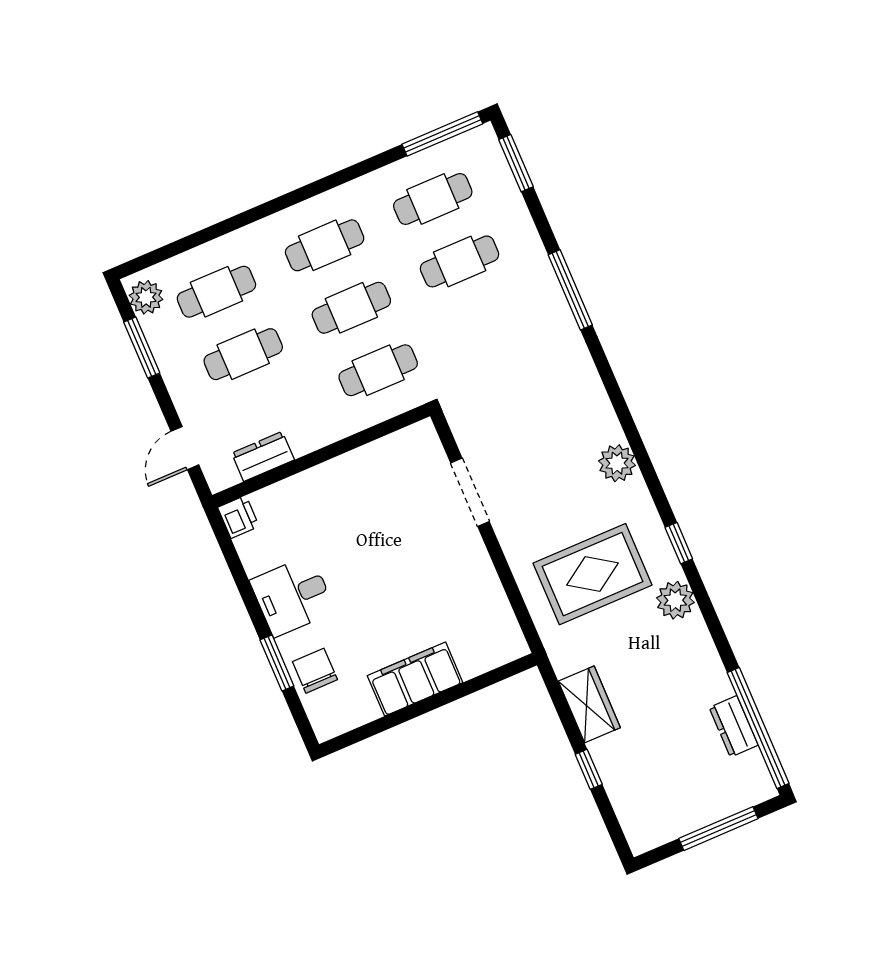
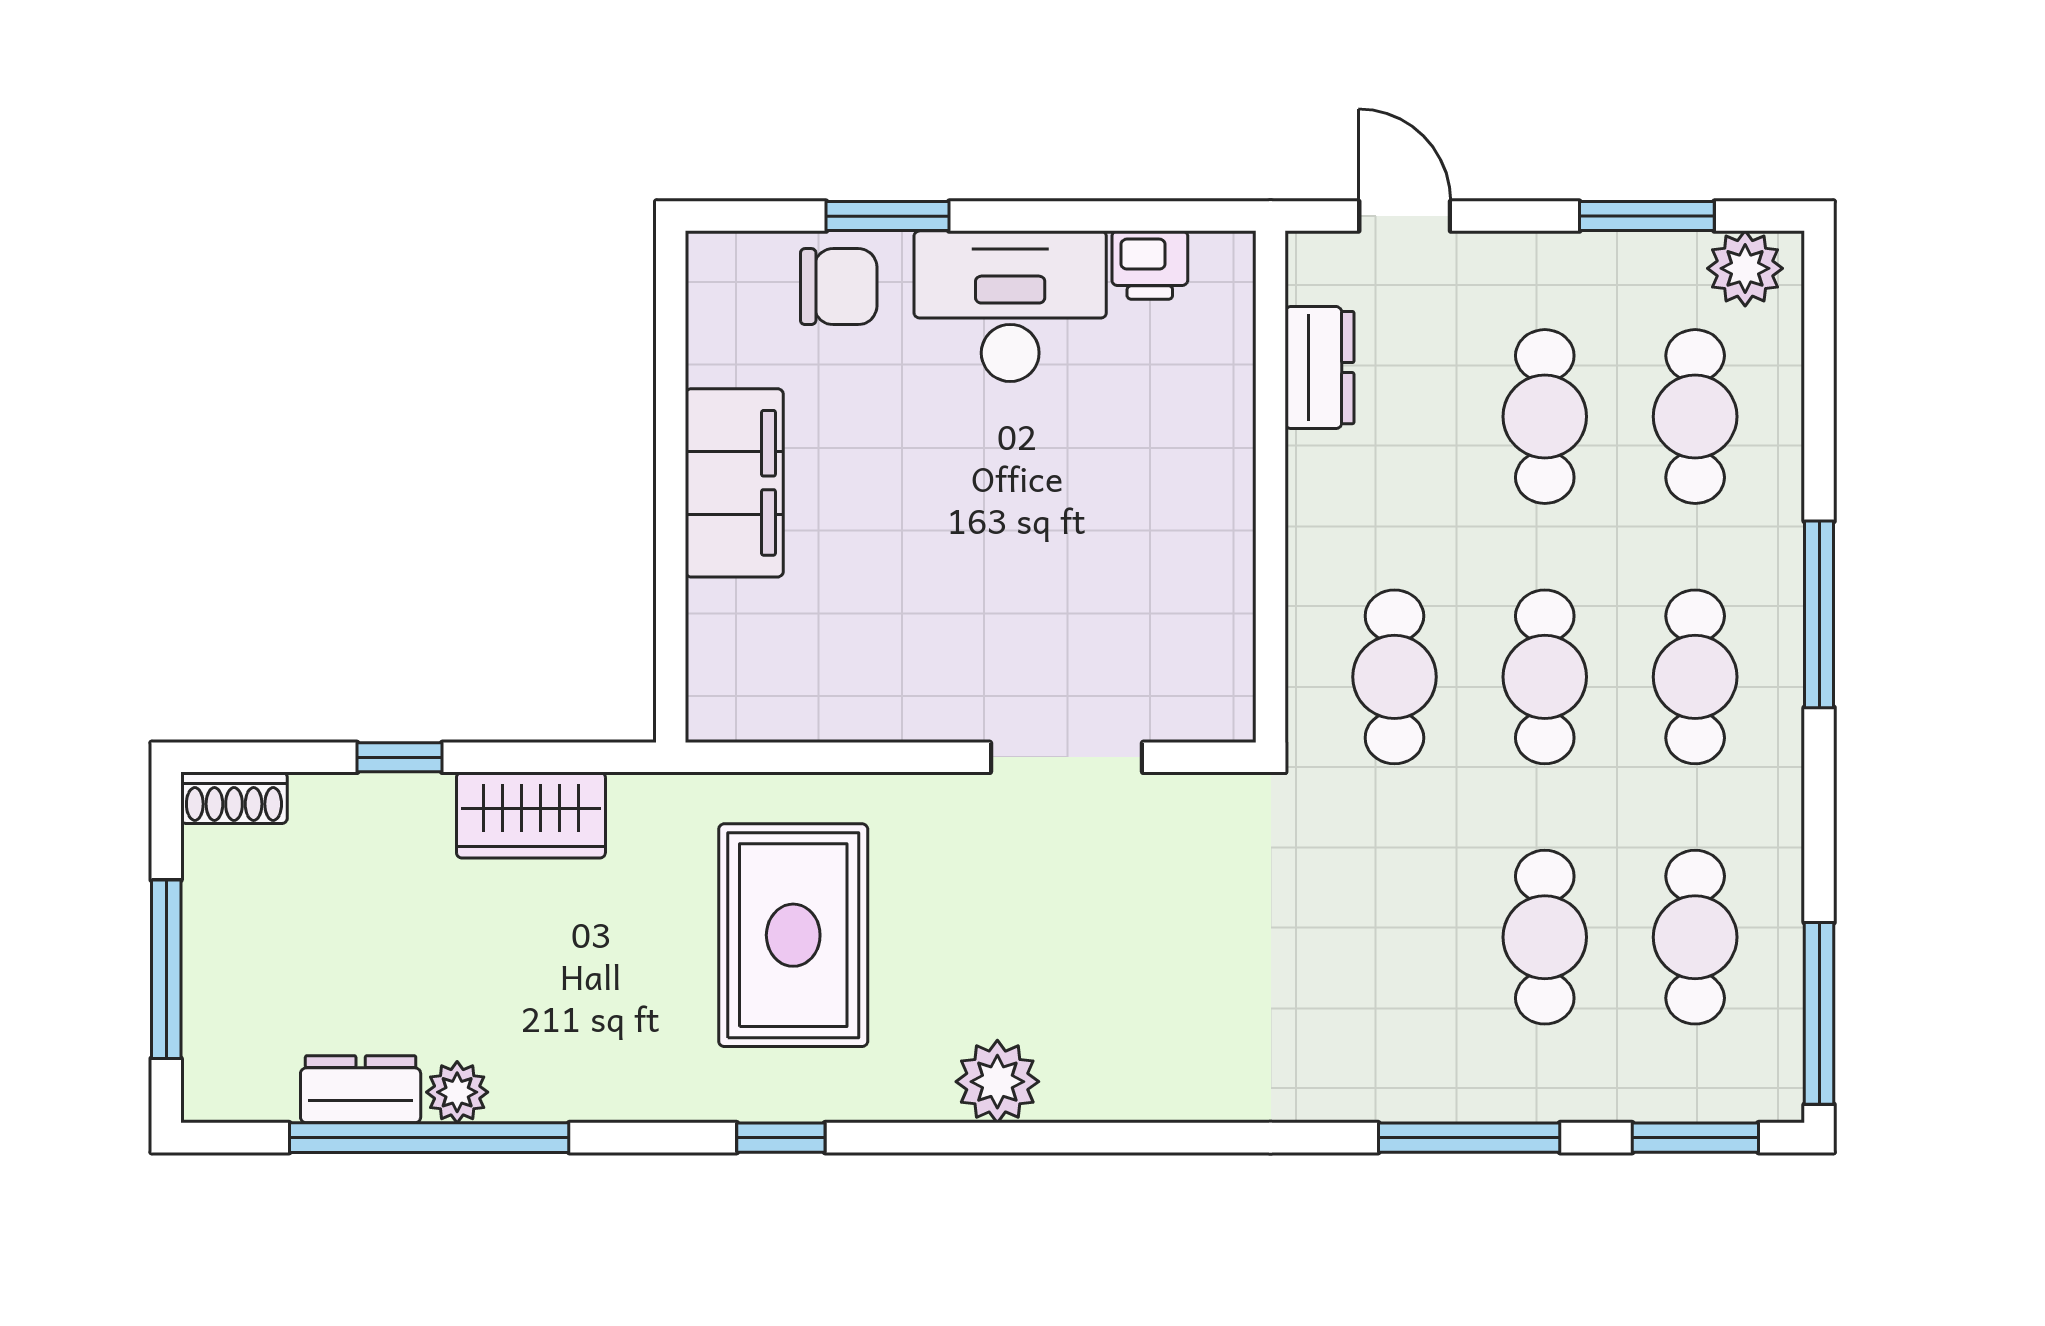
window: (277, 205) -> (1819, 614), added
window: (570, 290) -> (1469, 1138), moved
printer: (238, 517) -> (1150, 265), moved
desk: (293, 596) -> (1010, 306), width x1.37
plant: (675, 600) -> (457, 1092), moved, width x0.73, depth x0.73
window: (758, 728) -> (429, 1138), moved
shoe rack: (635, 831) -> (234, 798), added

